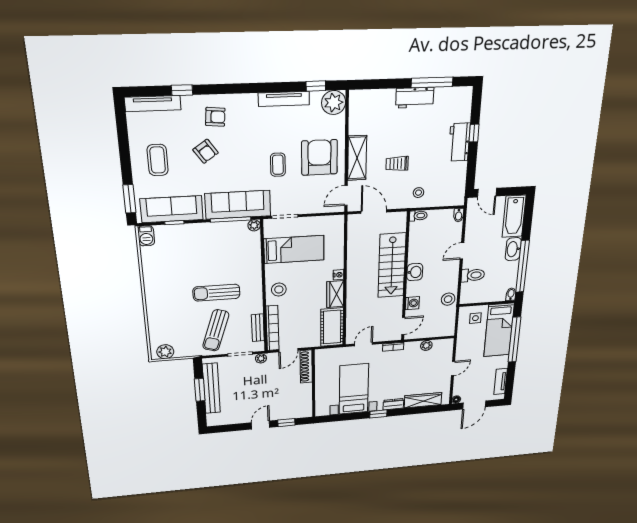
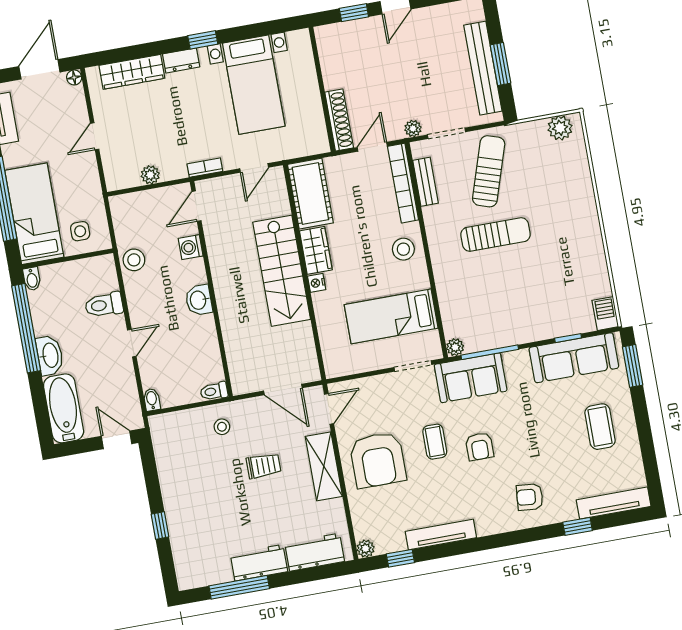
plant: (334, 103) -> (366, 549), width x0.53, depth x0.53
workbench: (459, 142) -> (315, 552), moved, turned -90
armchair: (206, 151) -> (480, 446), moved, turned -145
sofa: (238, 205) -> (471, 378), width x0.73
stairs: (392, 265) -> (282, 271), moved, turned 180

